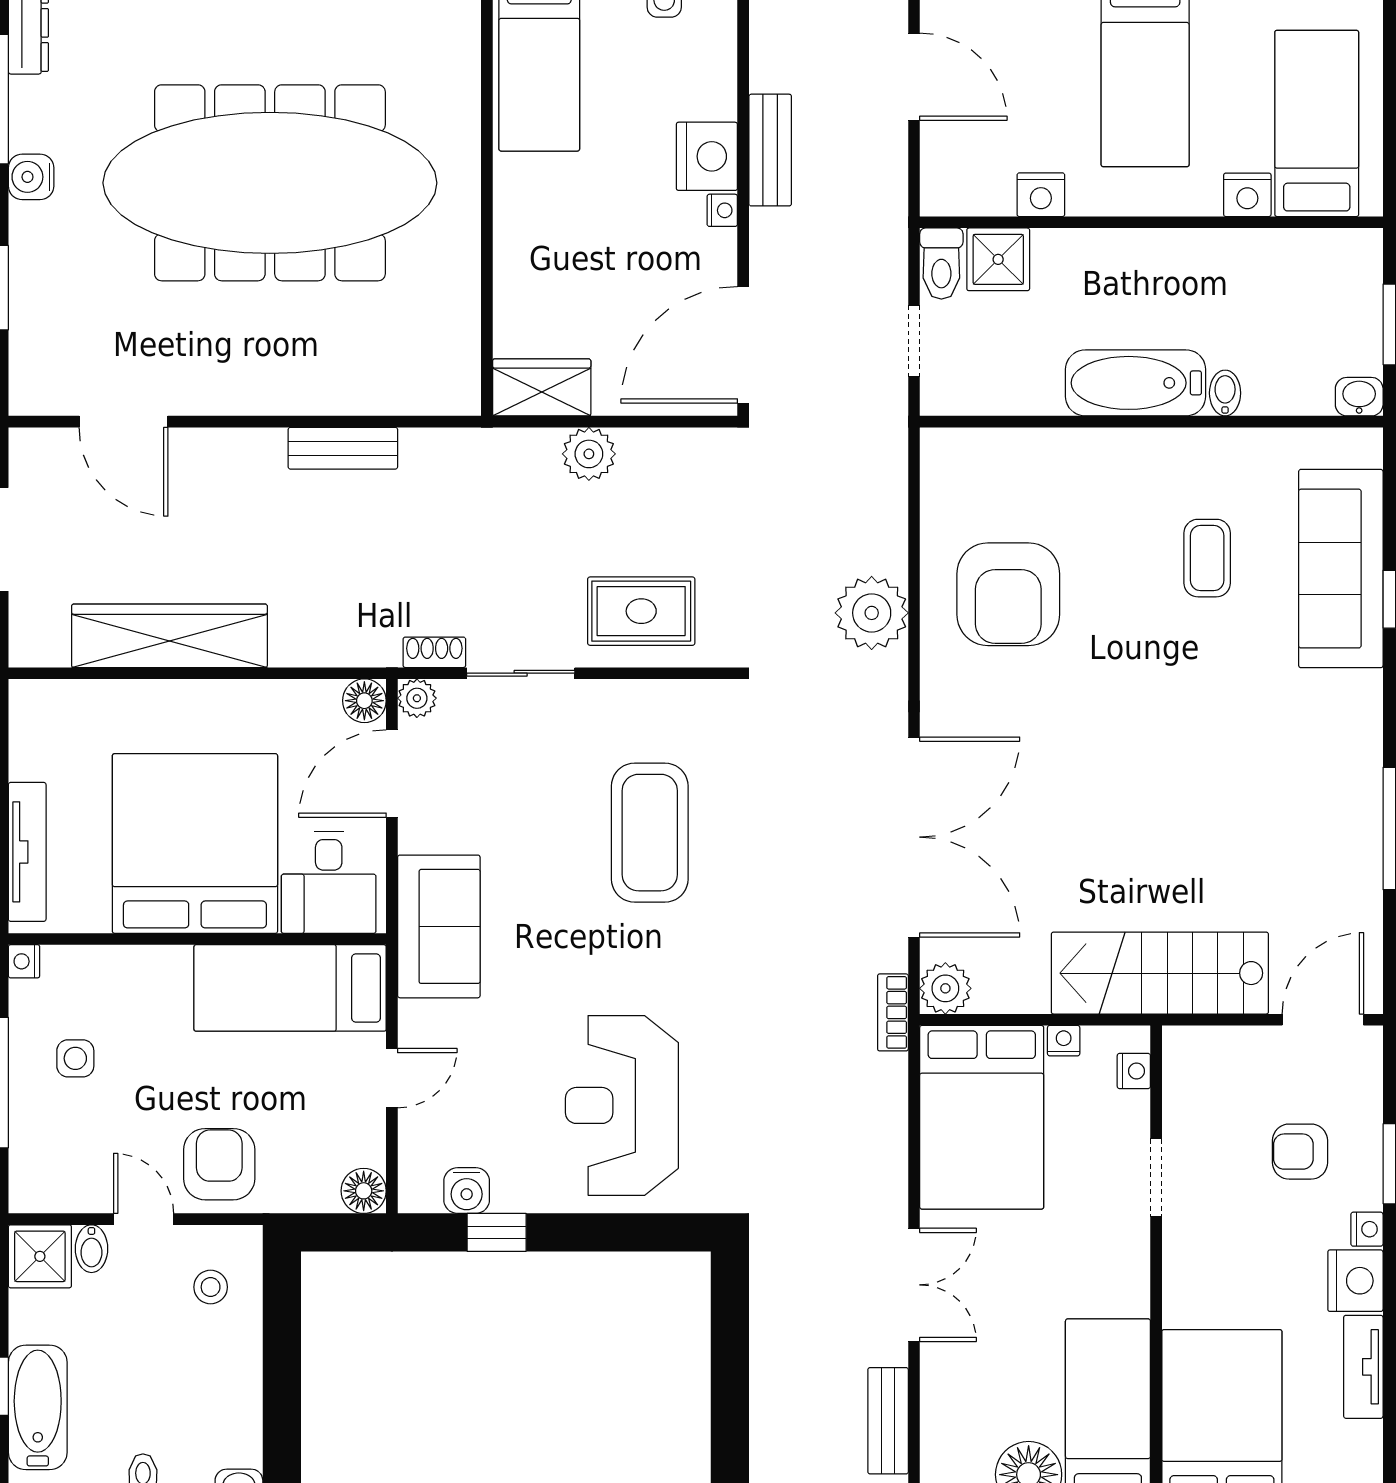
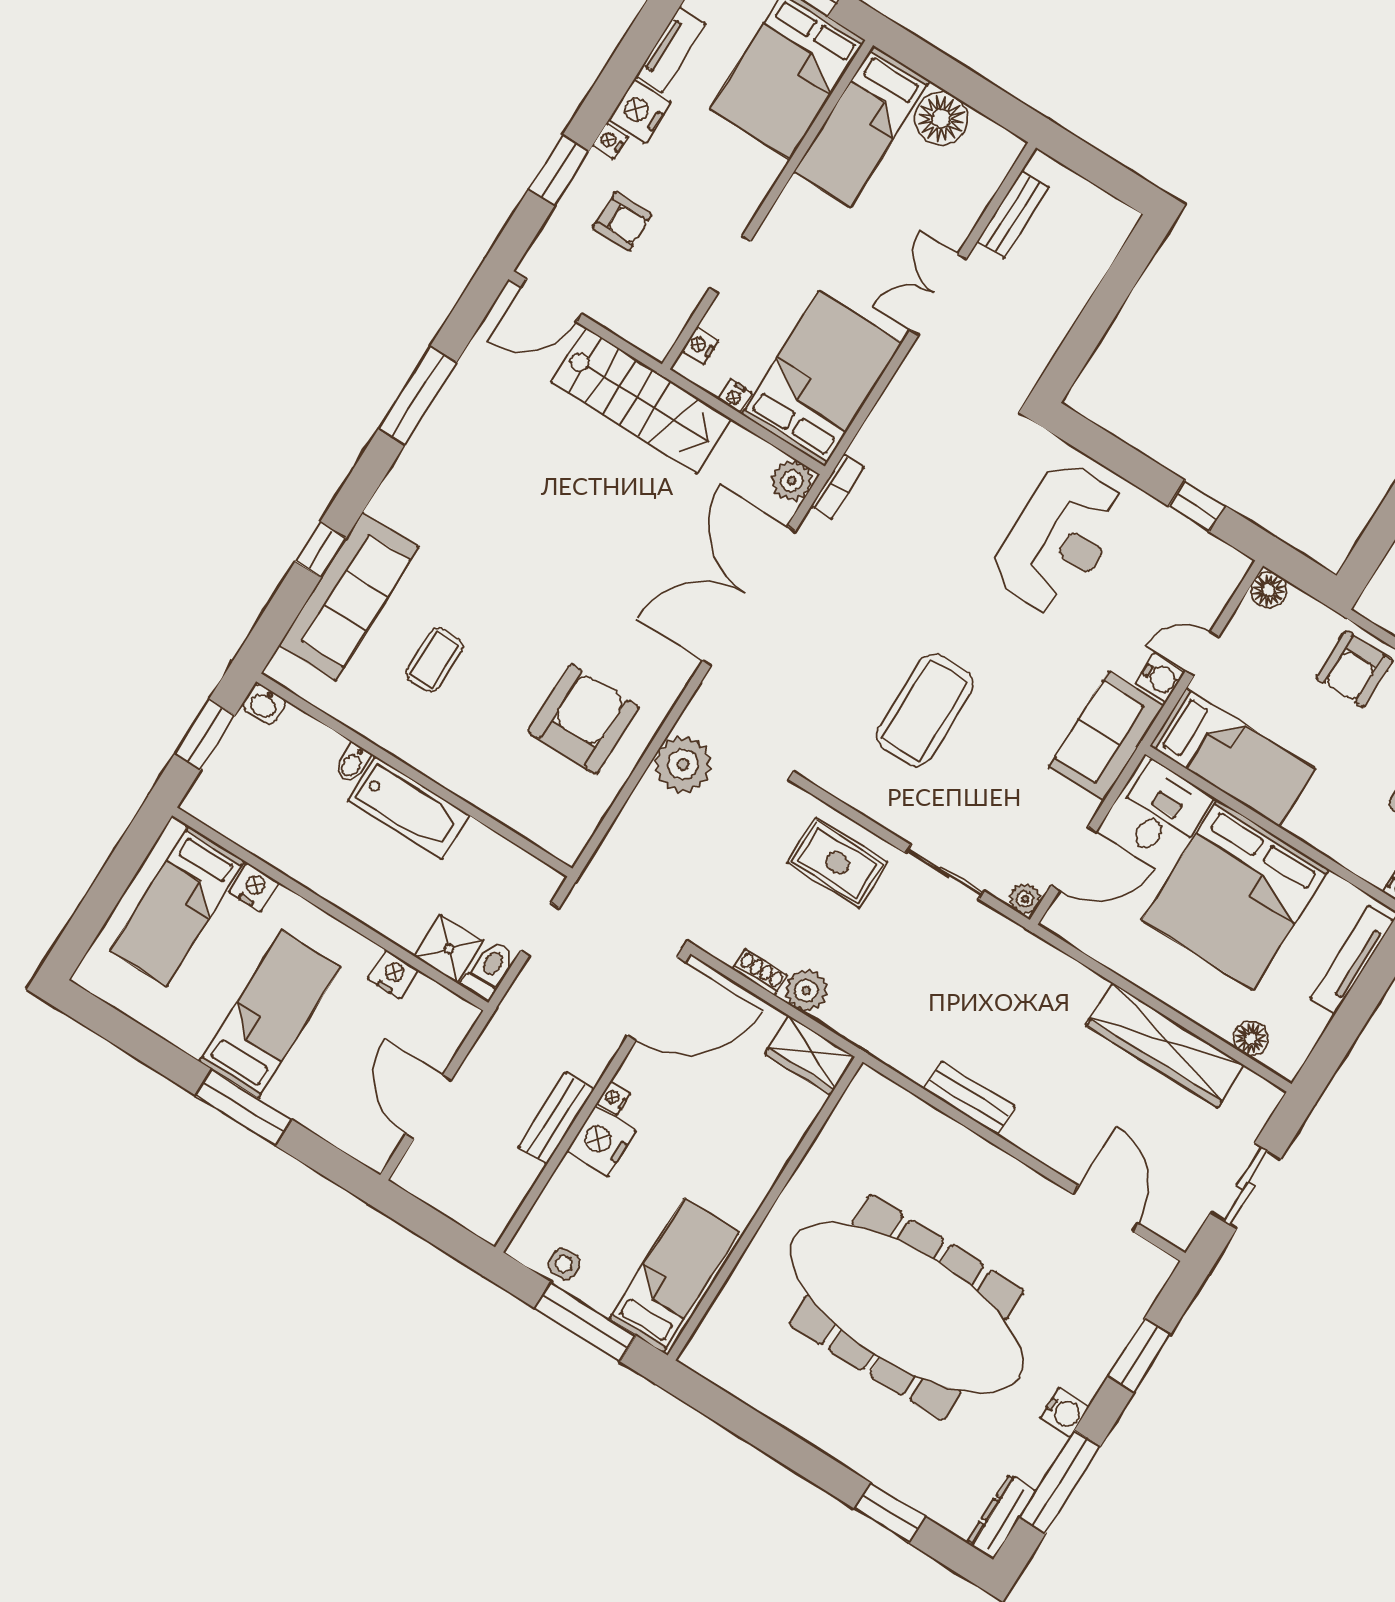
shoe rack: (434, 652) -> (760, 972), moved, turned 180
floor lamp: (364, 701) -> (1251, 1038), moved
water cooler: (467, 1191) -> (1160, 678), moved, turned 90

